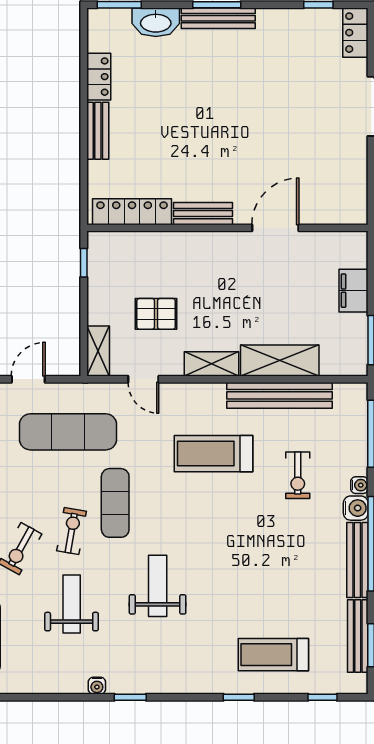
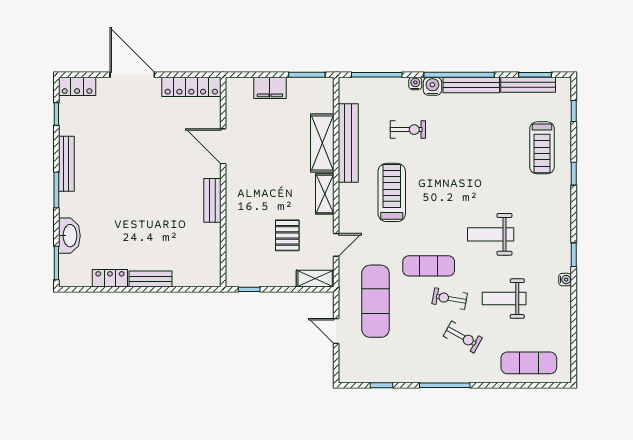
bench: (218, 18) -> (66, 164), moved
locker: (132, 212) -> (191, 87), moved, turned -90
treadmill: (214, 454) -> (392, 192), turned 180

